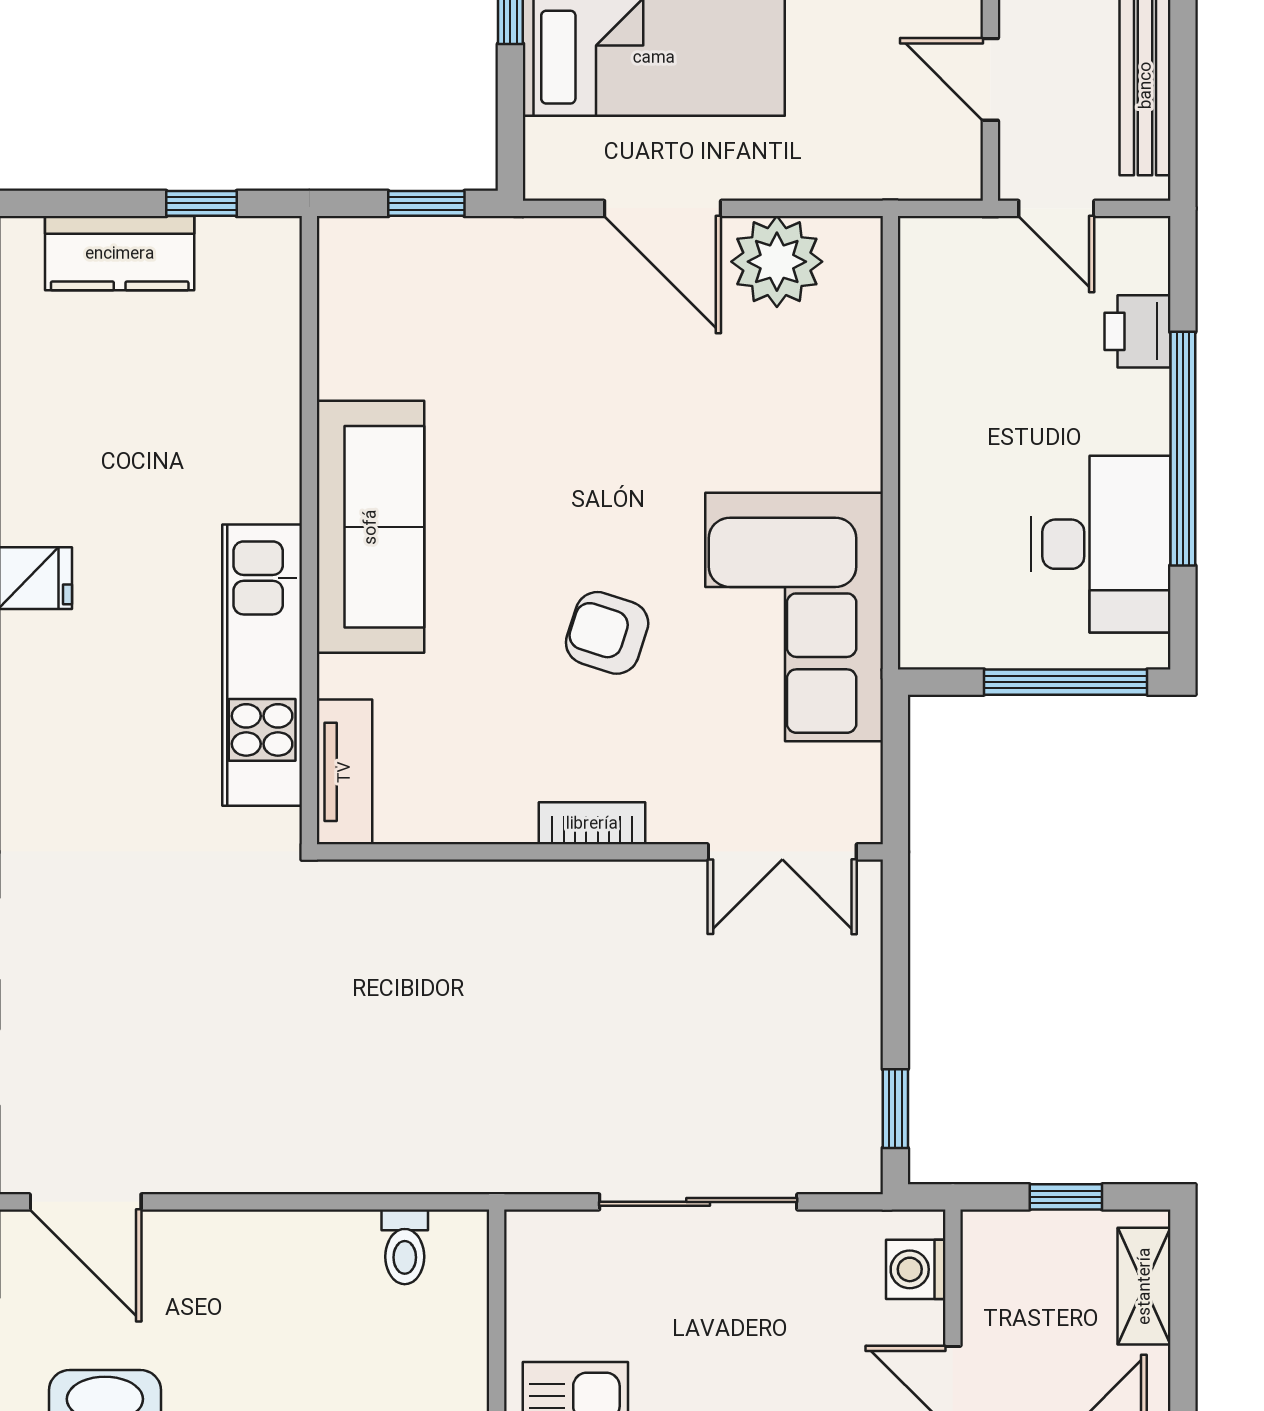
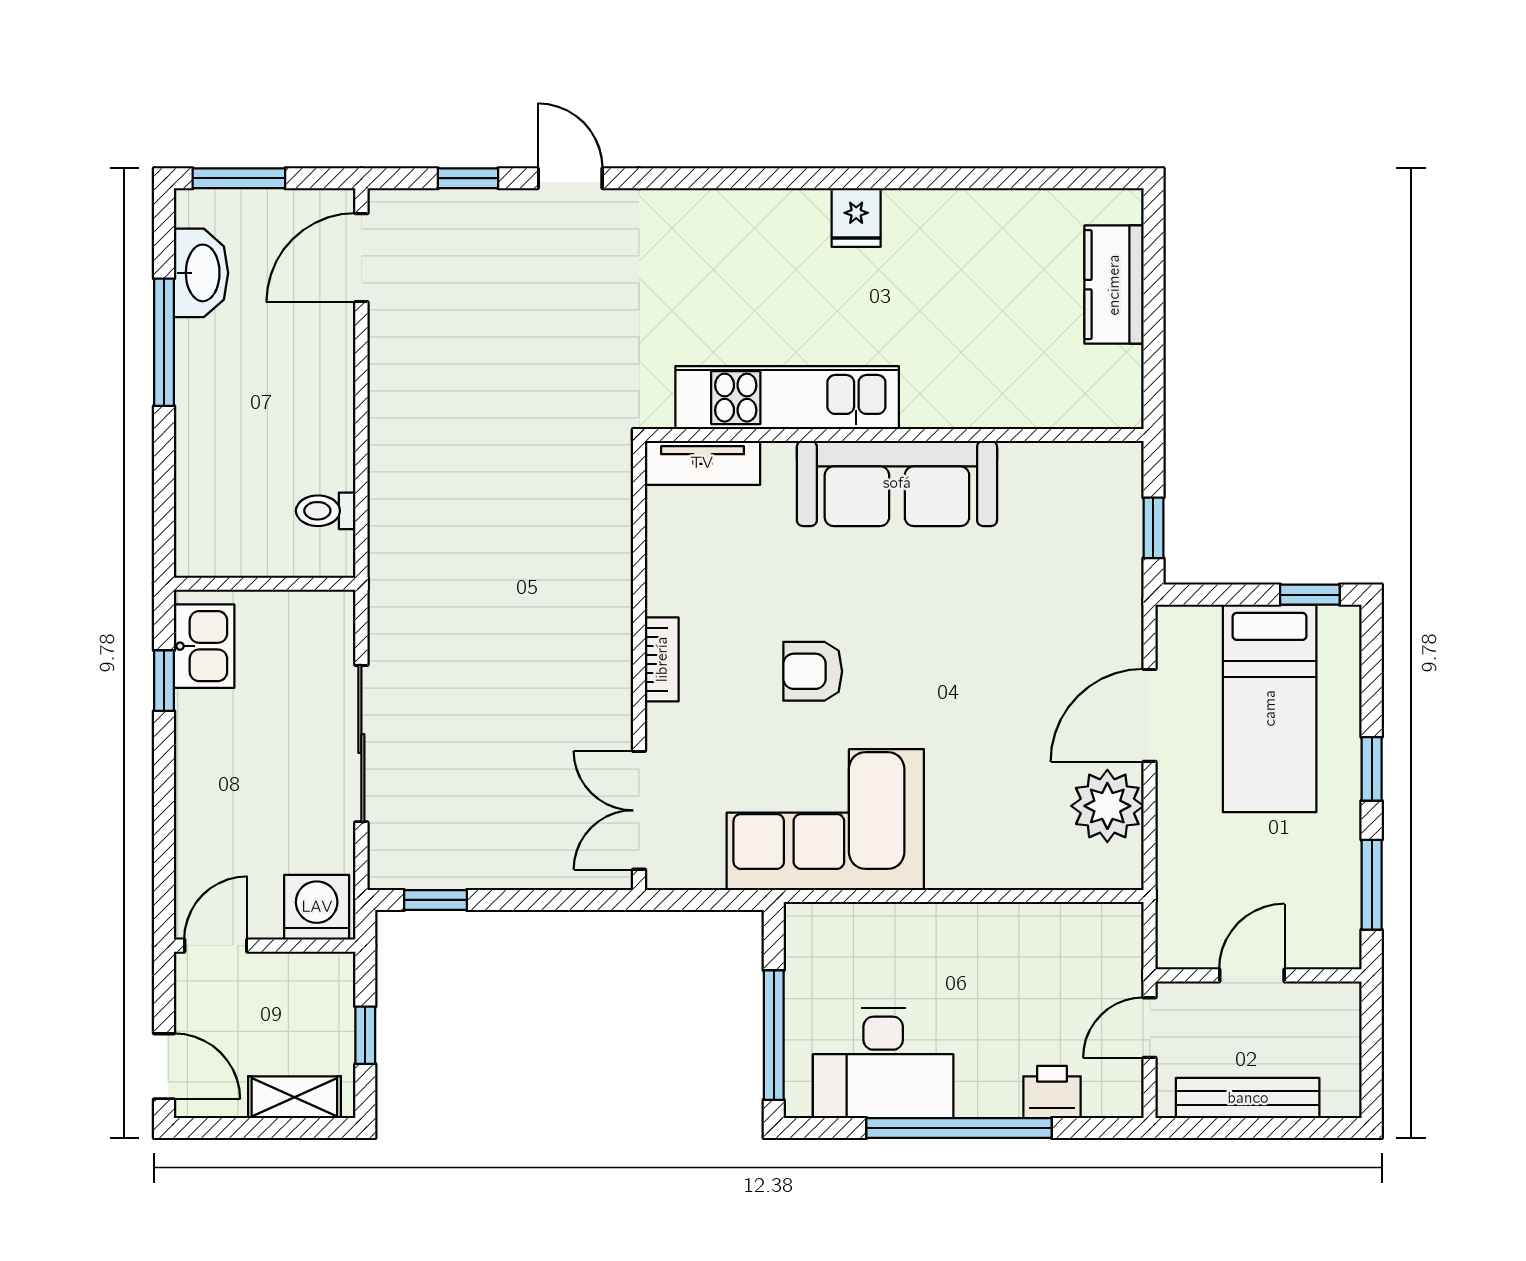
window: (202, 203) -> (1153, 350), removed
armchair: (607, 633) -> (813, 671), turned -108
washing machine: (916, 1269) -> (317, 907), width x1.38, depth x1.38

